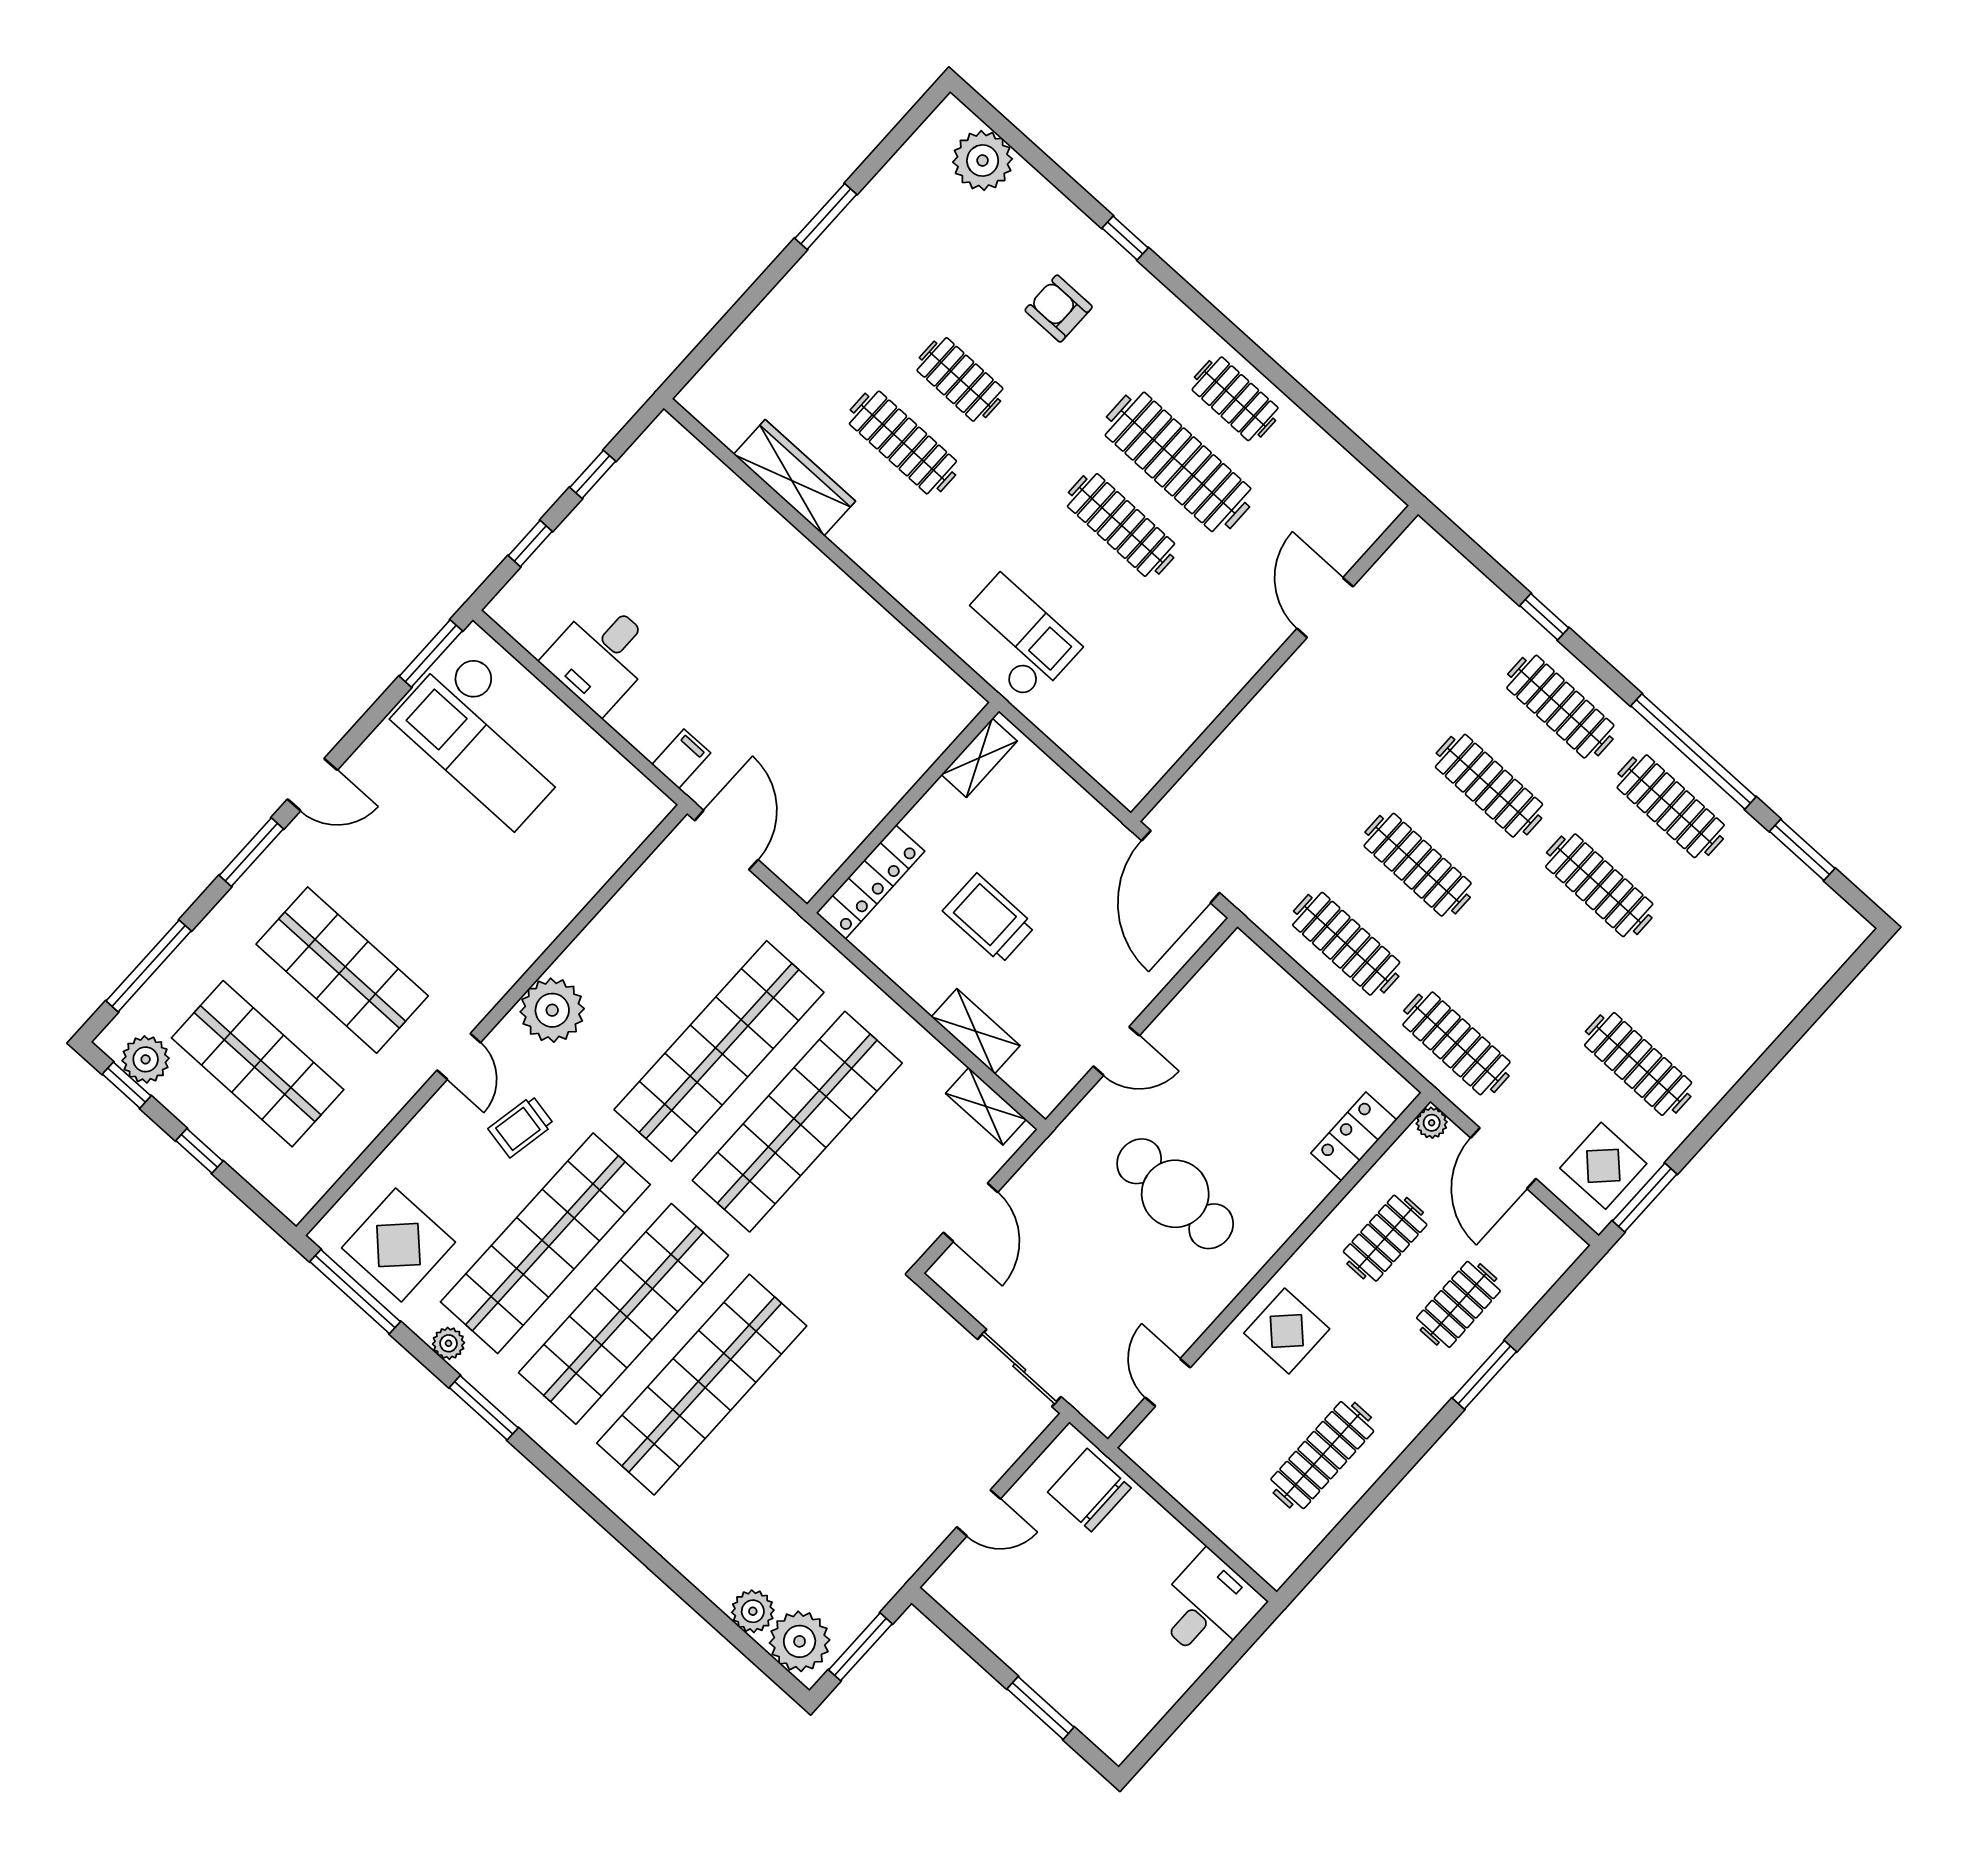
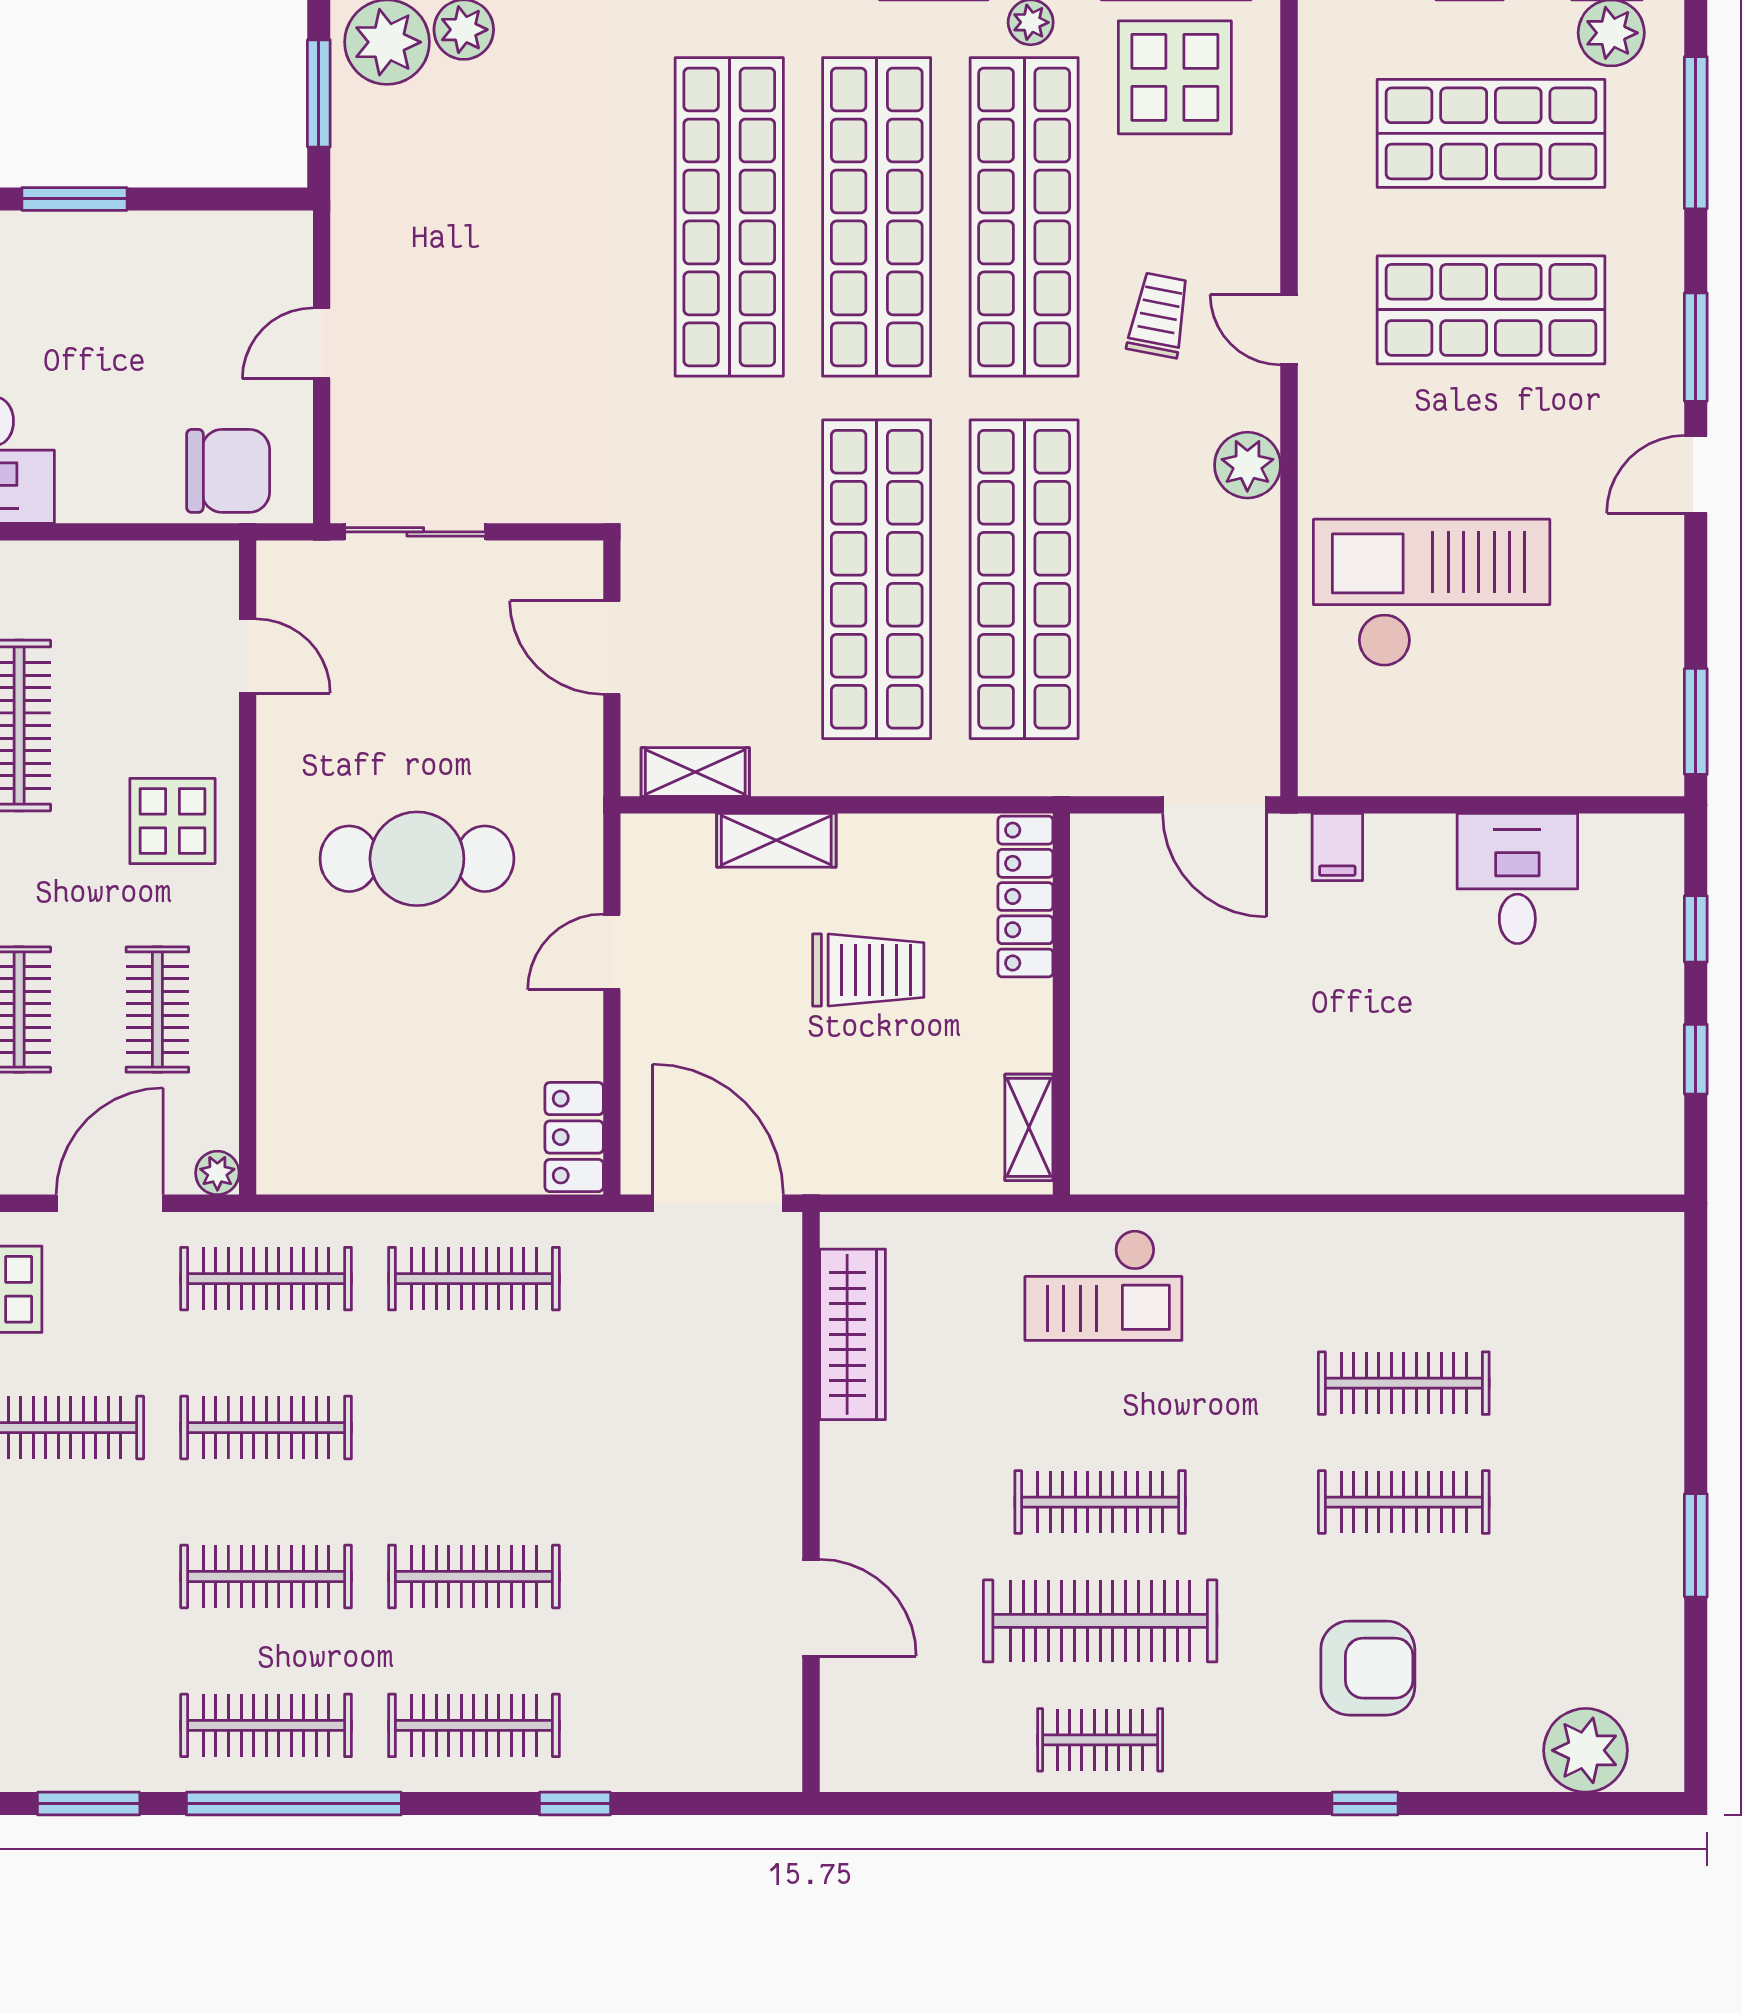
armchair: (1059, 309) -> (1368, 1668), width x1.38, depth x1.38
clothes rail: (960, 379) -> (1404, 1502), width x1.36
wardrobe: (794, 478) -> (853, 1334), moved, turned -90
checkout: (487, 737) -> (1432, 593), moved
clothes rail: (1418, 865) -> (266, 1428), moved
plant: (552, 1010) -> (1247, 465), width x0.73, depth x0.73
locker: (1354, 1136) -> (574, 1137), moved, turned 180
door: (1503, 1158) -> (110, 1203), hinge flipped

